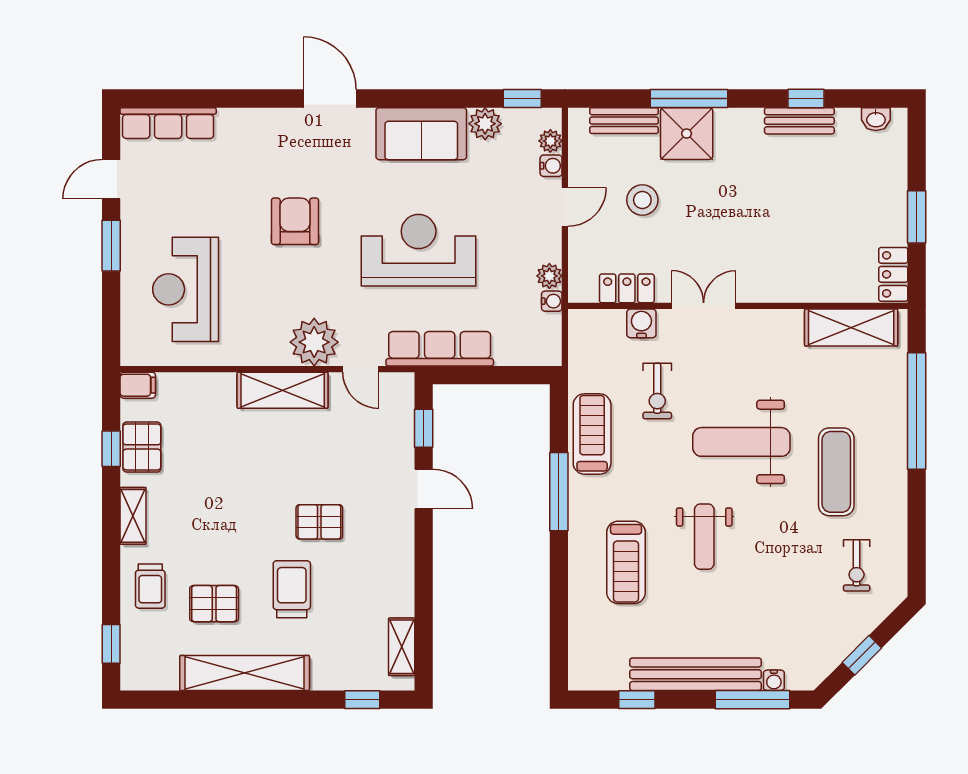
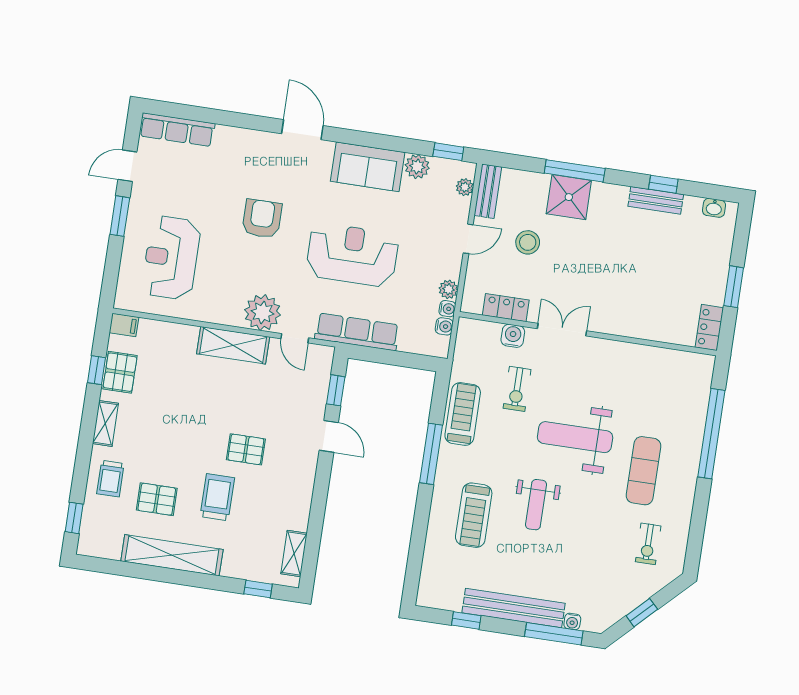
bench: (624, 121) -> (488, 191), moved, turned 90
water cooler: (551, 166) -> (444, 326), moved
shelving: (851, 327) -> (671, 363), removed

